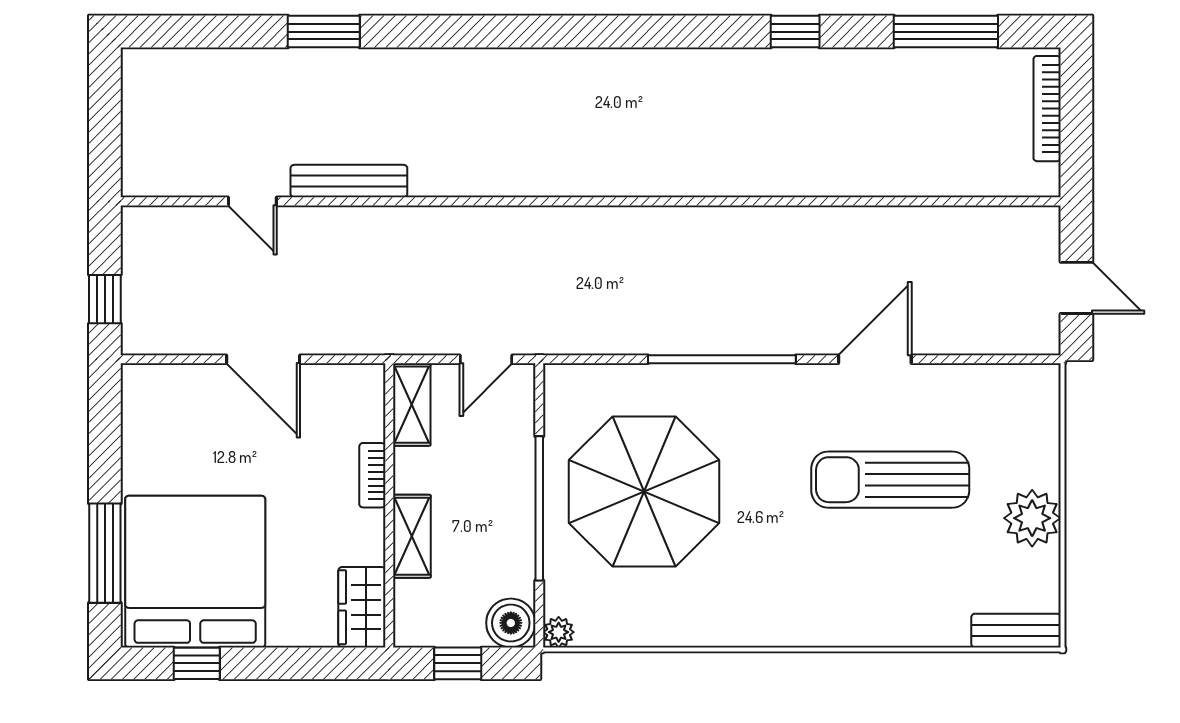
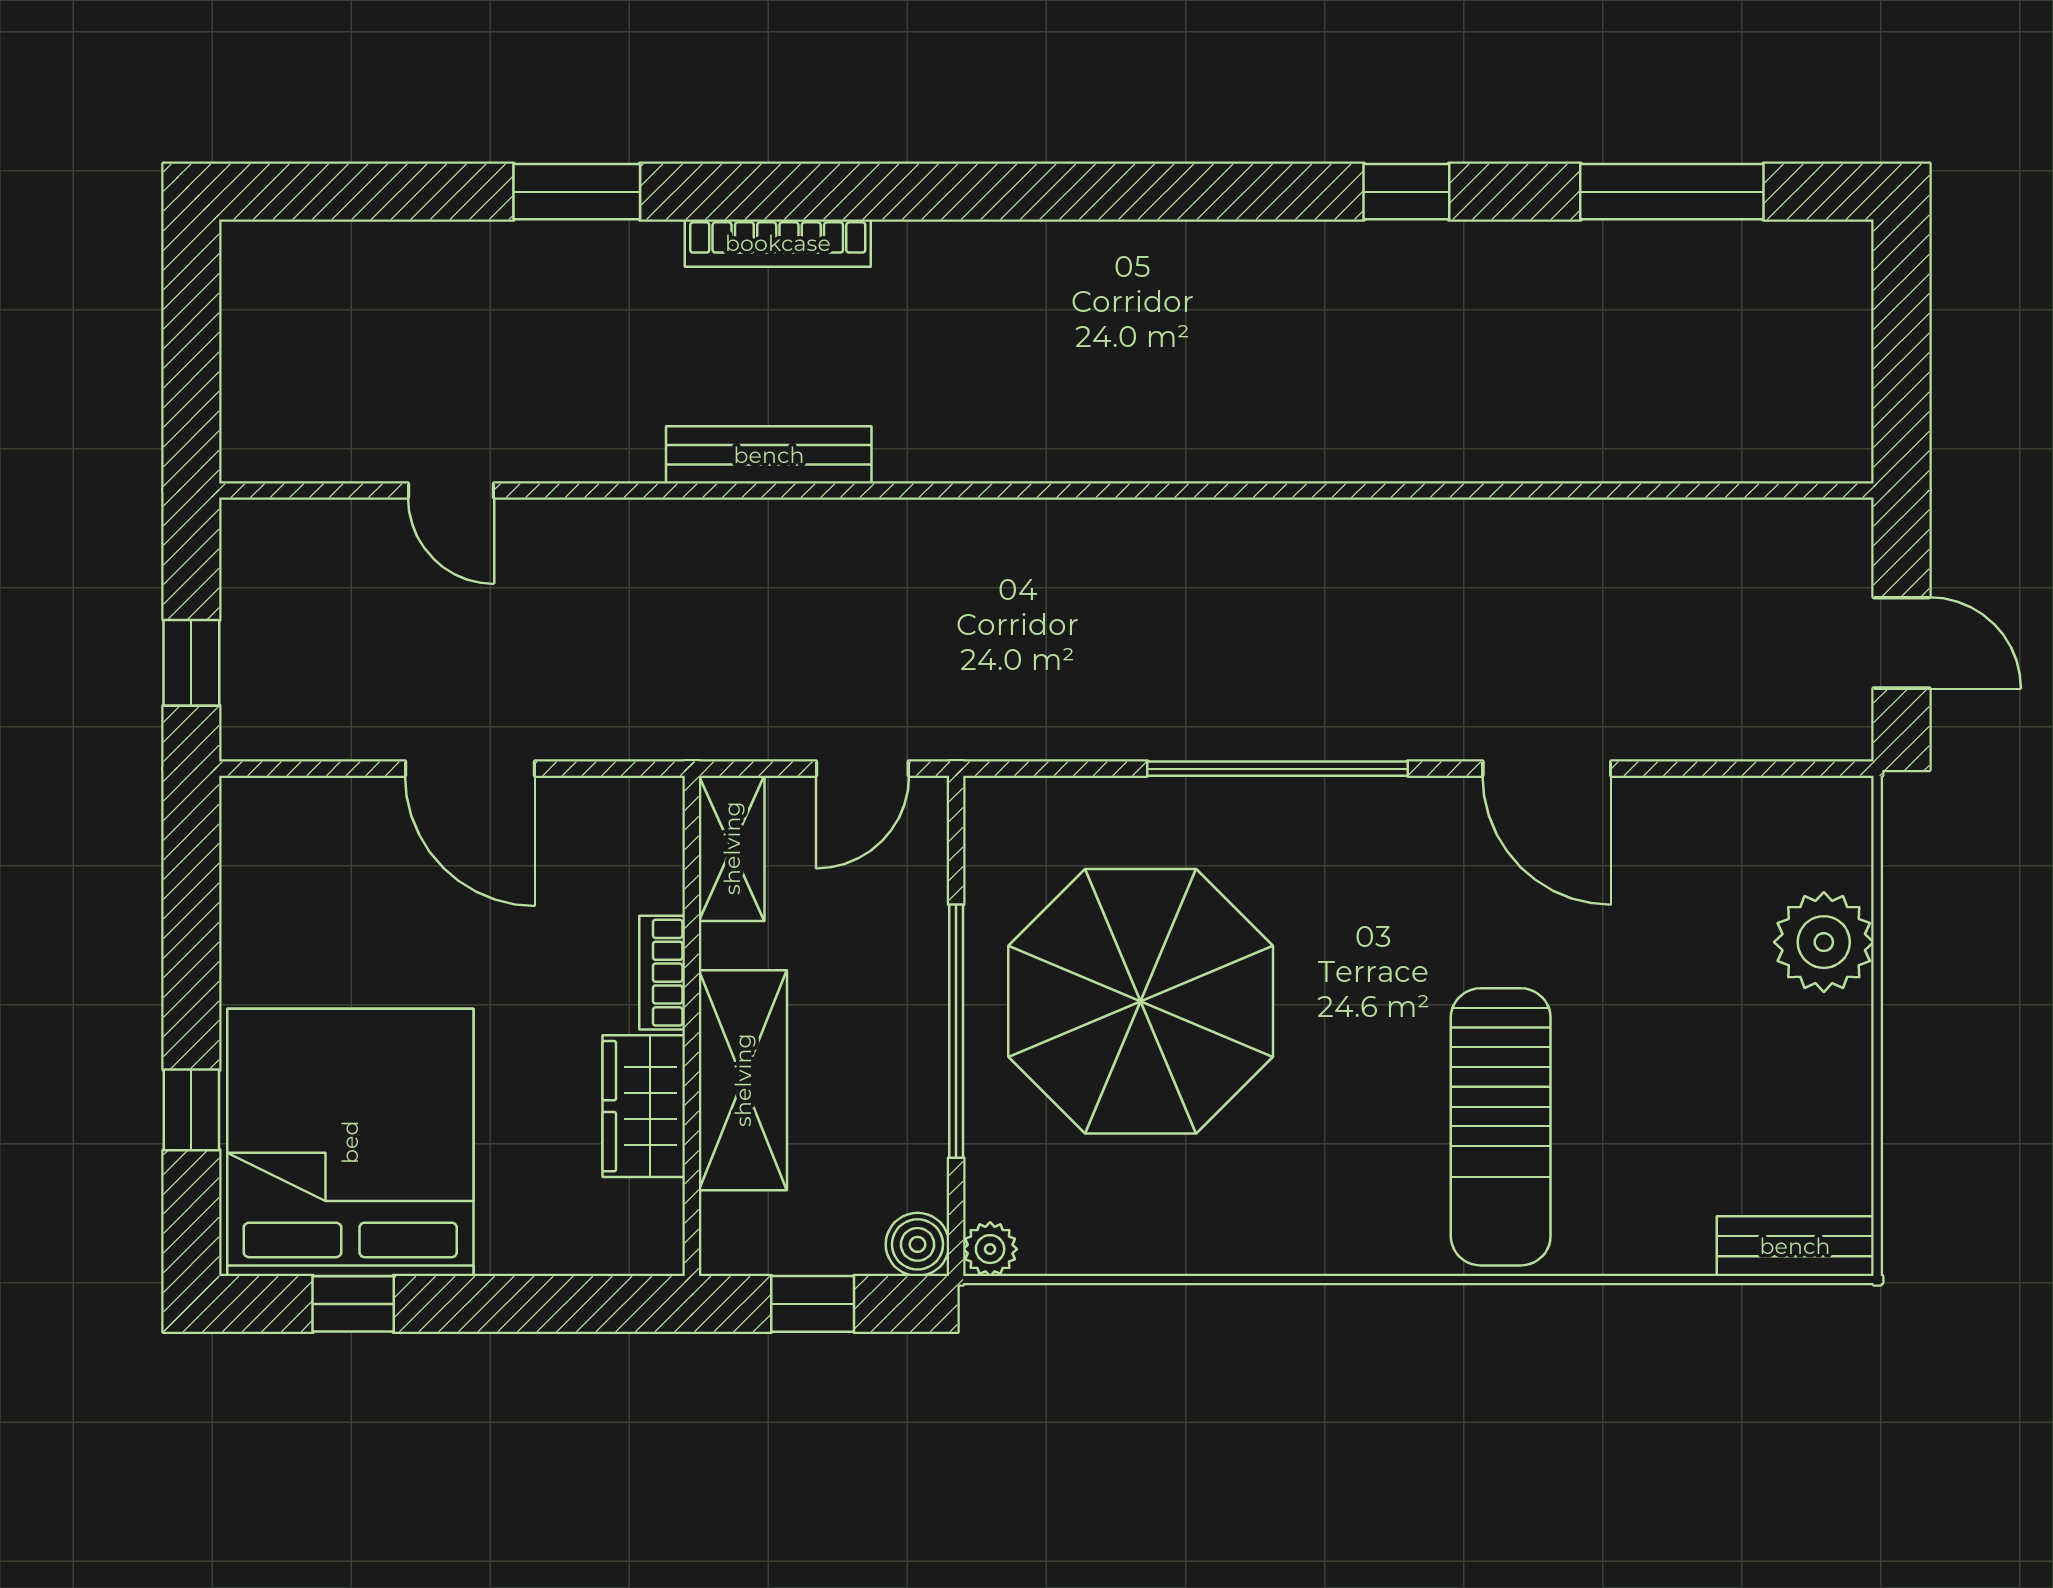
bookcase: (1047, 109) -> (778, 243), moved, turned -90
bench: (349, 181) -> (769, 455), moved
door: (875, 359) -> (1547, 769), swing flipped
sun lounger: (890, 480) -> (1501, 1127), moved, turned -90
plant: (1032, 518) -> (1824, 942), moved
shelving: (412, 536) -> (743, 1080), width x1.50, depth x1.33
window: (105, 553) -> (191, 1110), width x0.46
wardrobe: (362, 607) -> (644, 1106), moved
boiler: (511, 623) -> (918, 1244), width x0.73, depth x0.73

